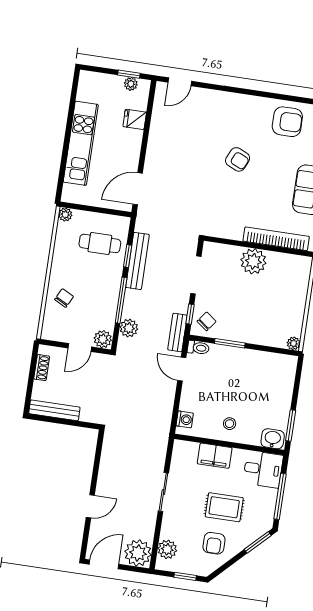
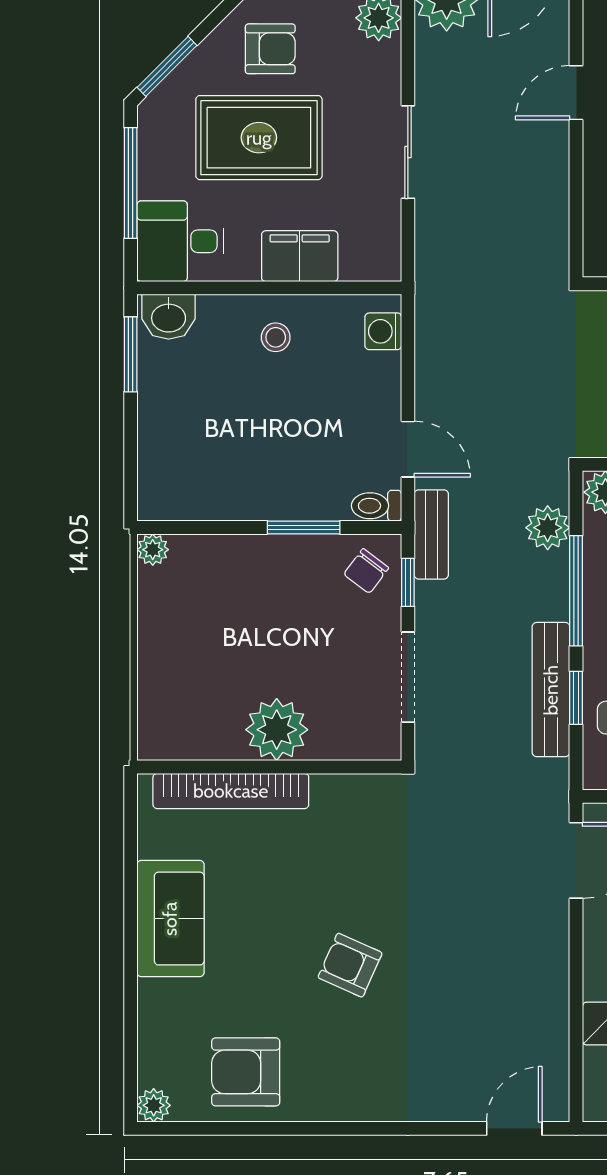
rug: (224, 507) -> (259, 138), width x1.36, depth x1.43
armchair: (214, 543) -> (270, 49), turned 90

